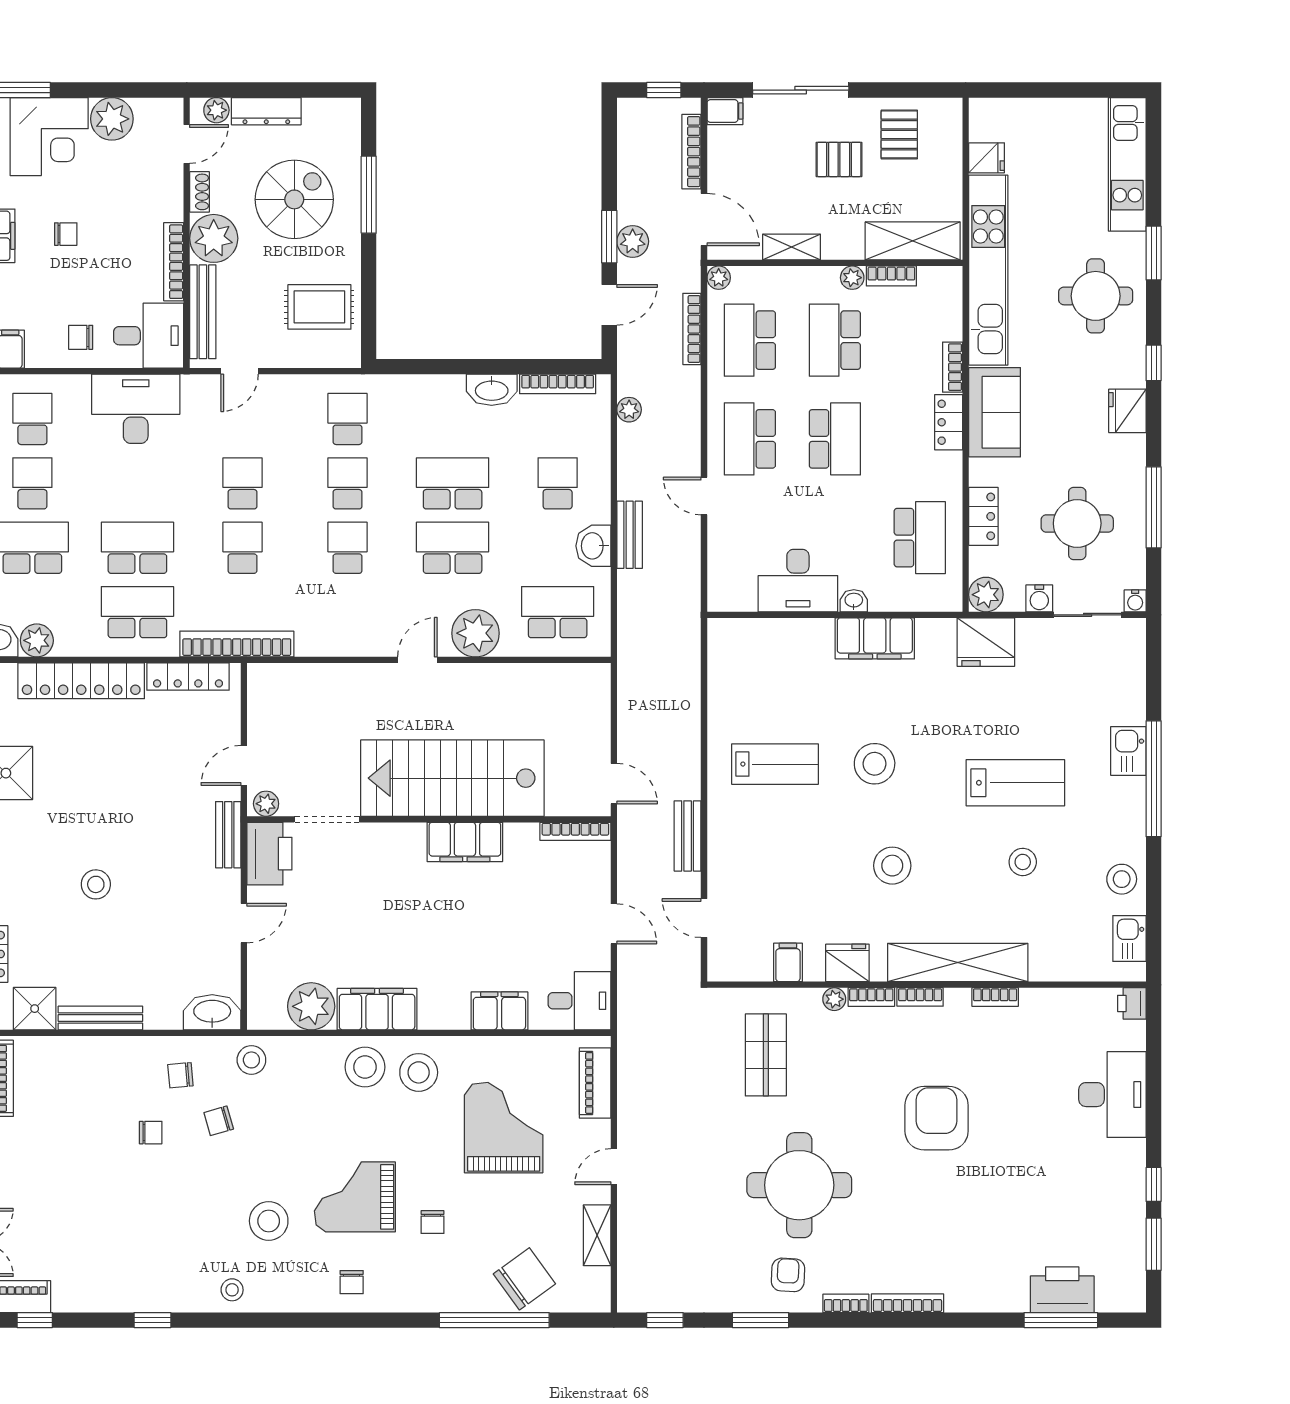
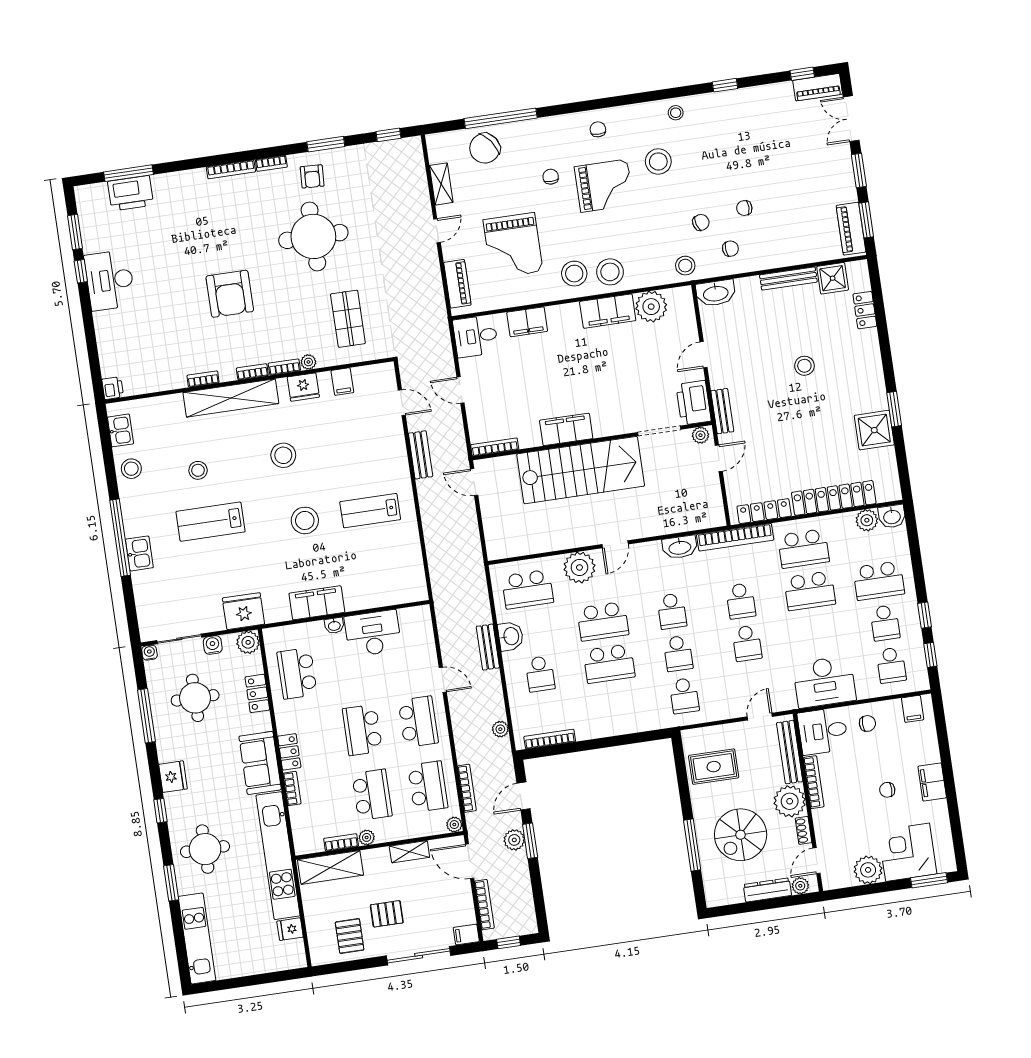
washbasin: (492, 390) -> (680, 547), moved, turned 180
desk: (1112, 1095) -> (110, 280), moved

